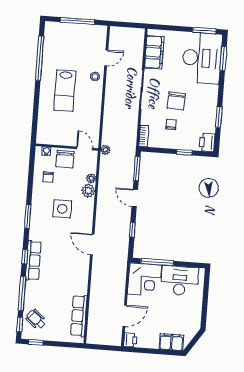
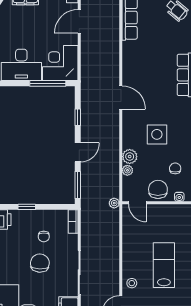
door: (135, 198) -> (78, 152), hinge flipped

